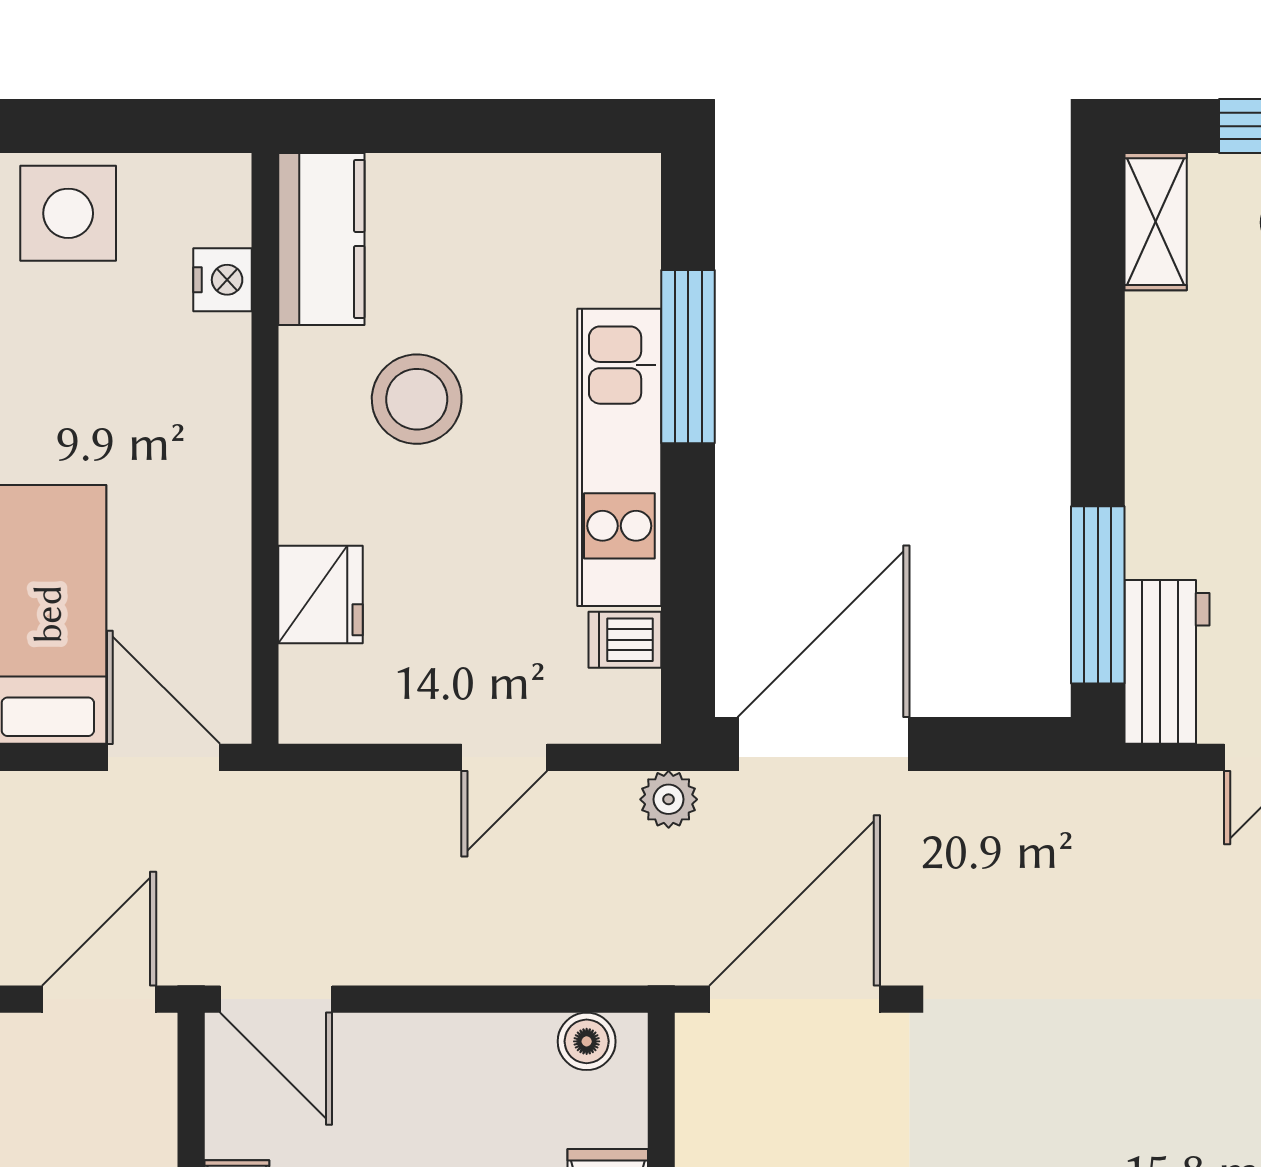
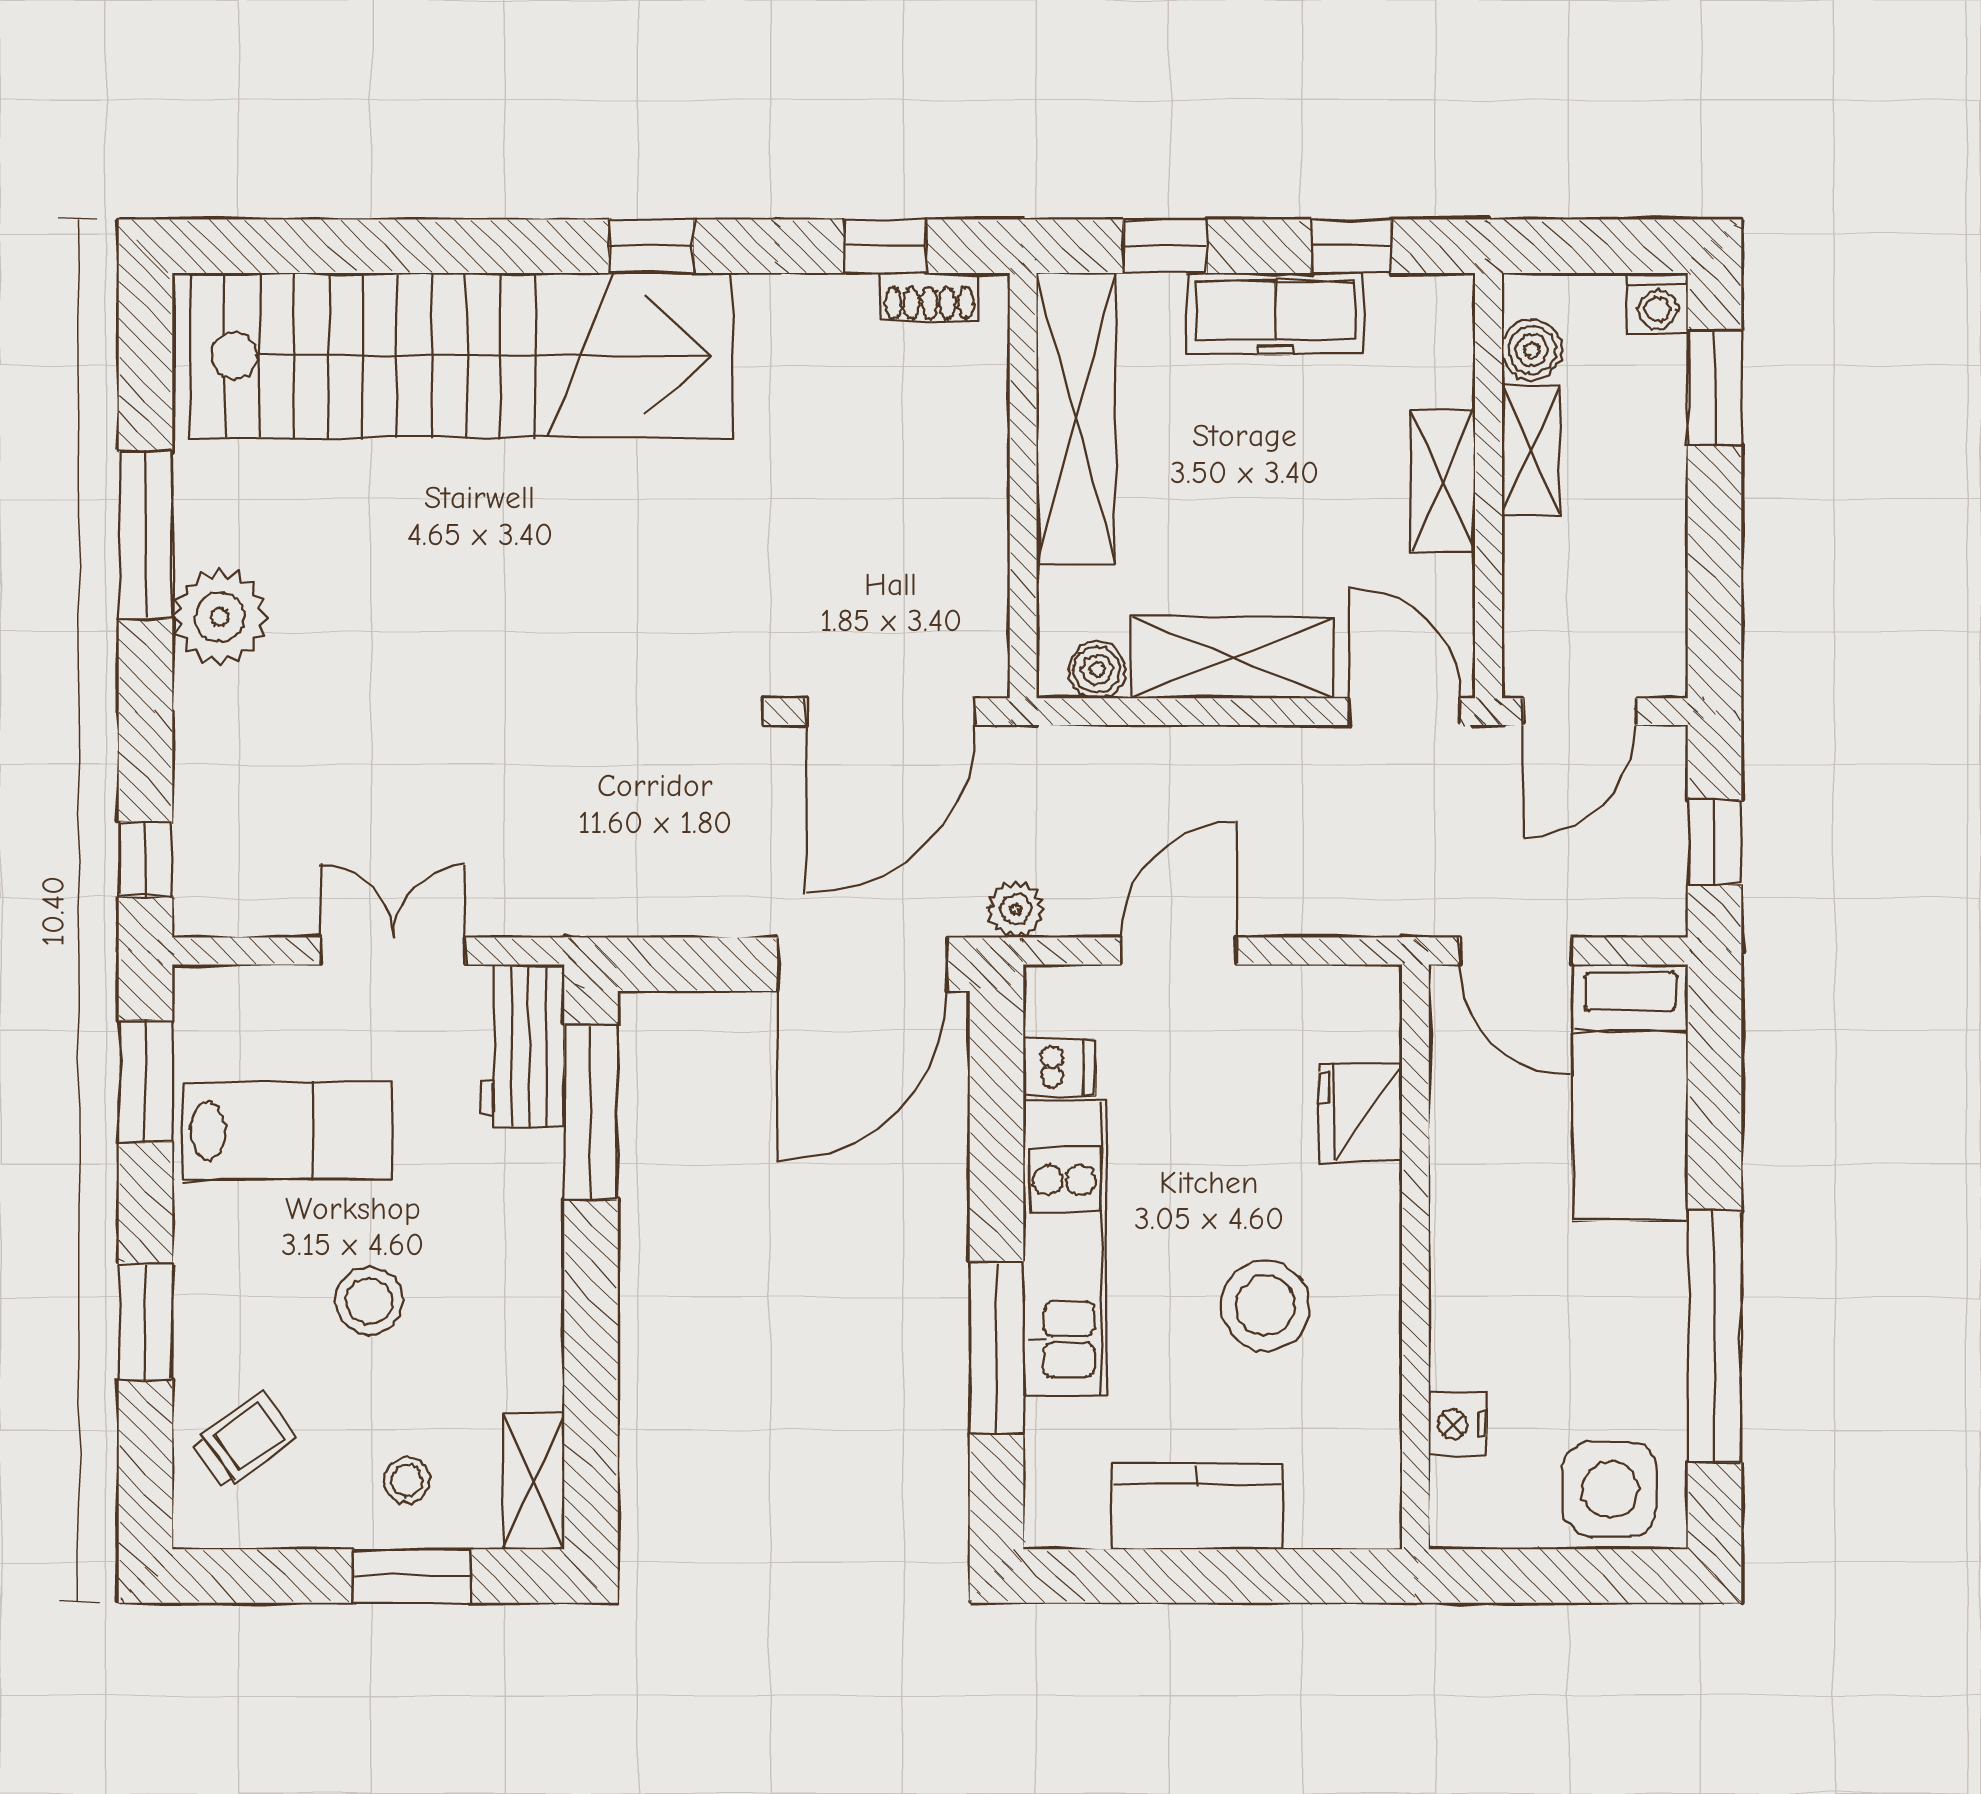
kitchen counter: (321, 239) -> (1197, 1507), moved, turned 90
door: (504, 757) -> (1179, 951), width x1.38
shelving: (450, 1054) -> (1233, 658), added

